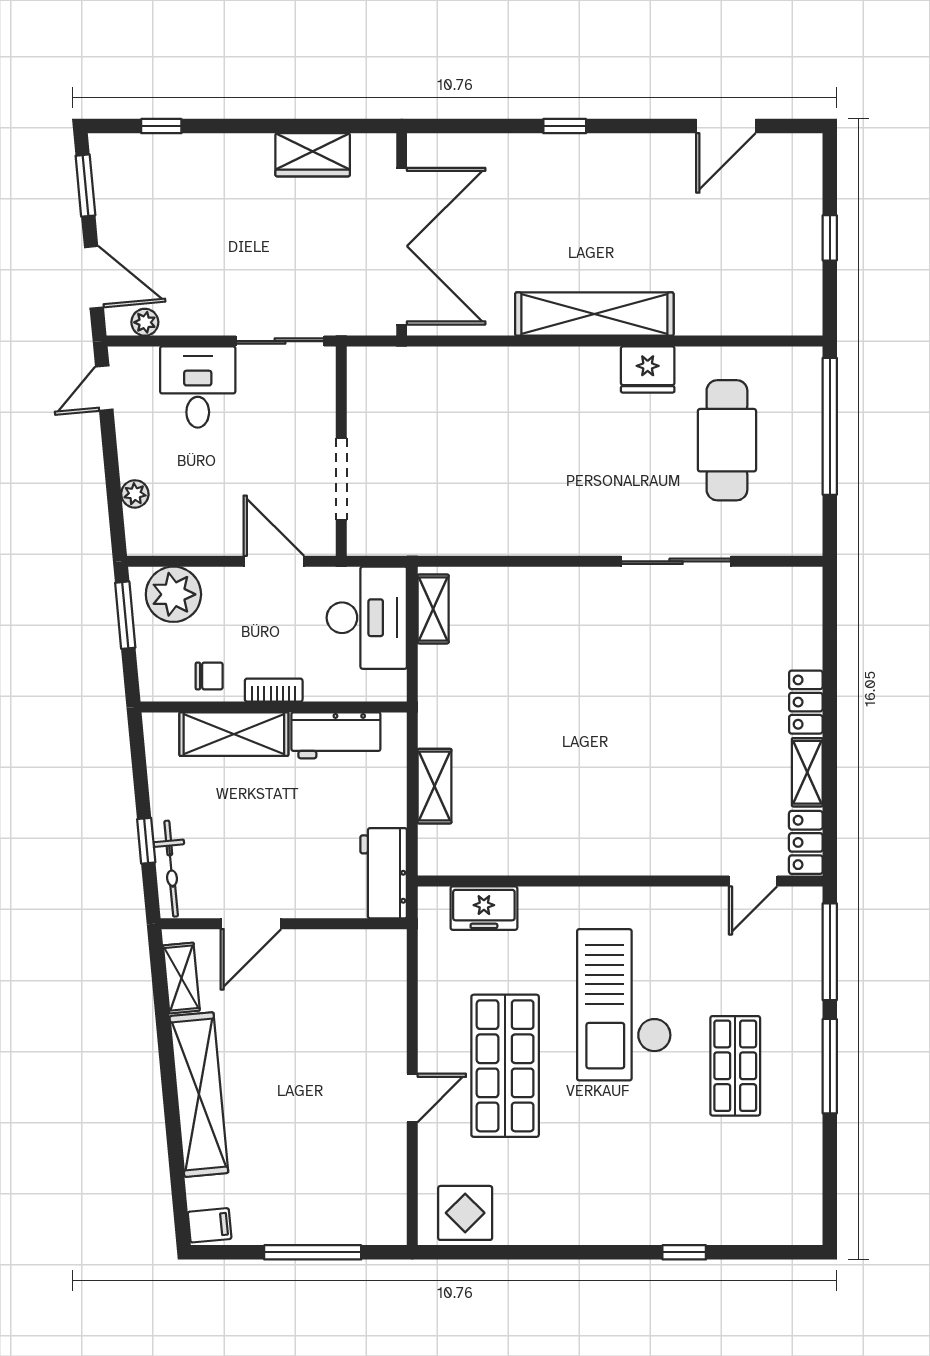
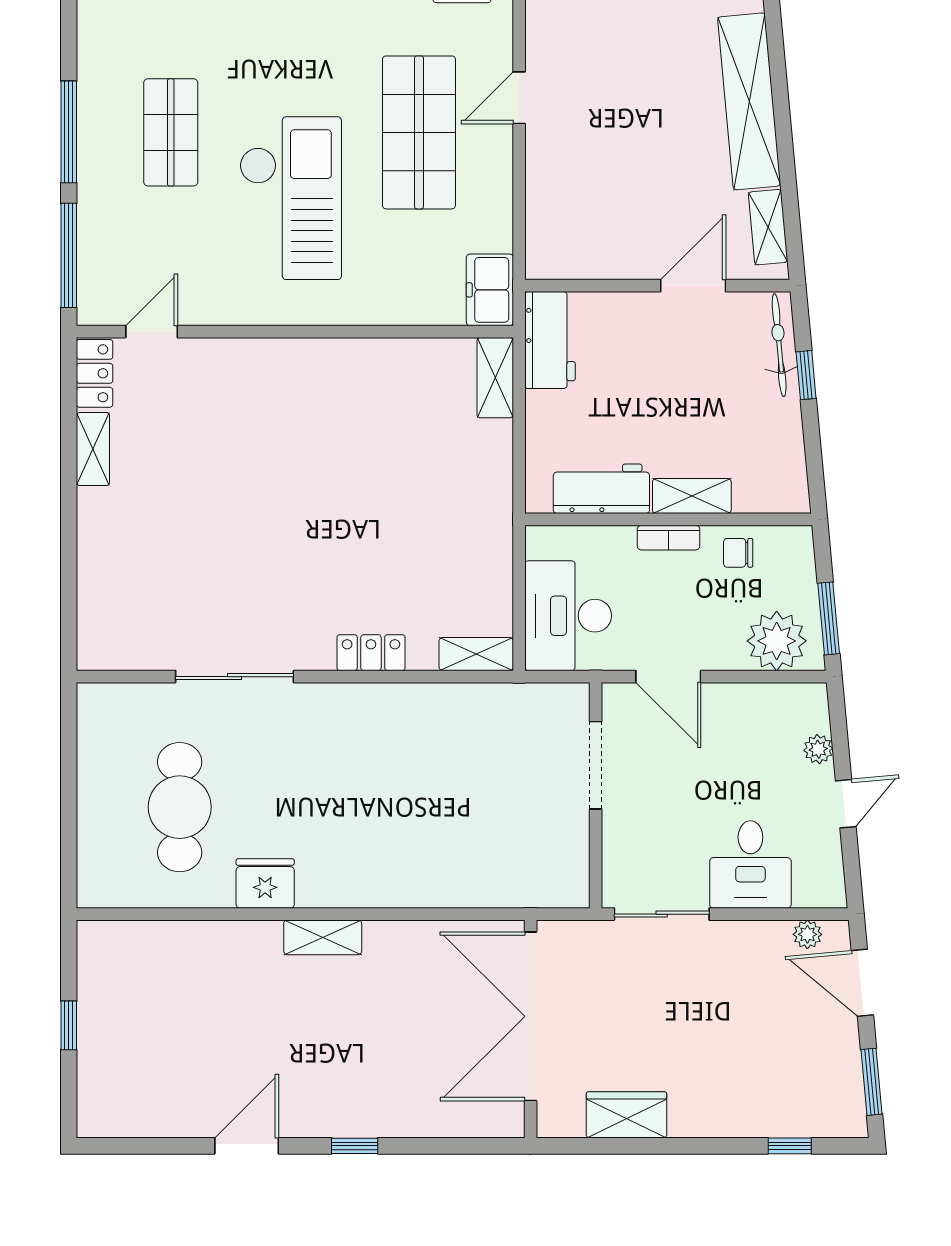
door: (726, 126) -> (247, 1146), moved
shelving: (594, 314) -> (323, 937), width x0.45, depth x0.75
door: (104, 388) -> (846, 804), moved
window: (830, 426) -> (69, 822), removed
shelving: (433, 609) -> (476, 654), moved, turned 90
locker: (806, 702) -> (371, 653), moved, turned -90
shelving: (234, 734) -> (692, 496), width x0.67, depth x0.75
shelving: (434, 786) -> (495, 378), moved
freezer: (484, 908) -> (490, 290), moved, turned -90

